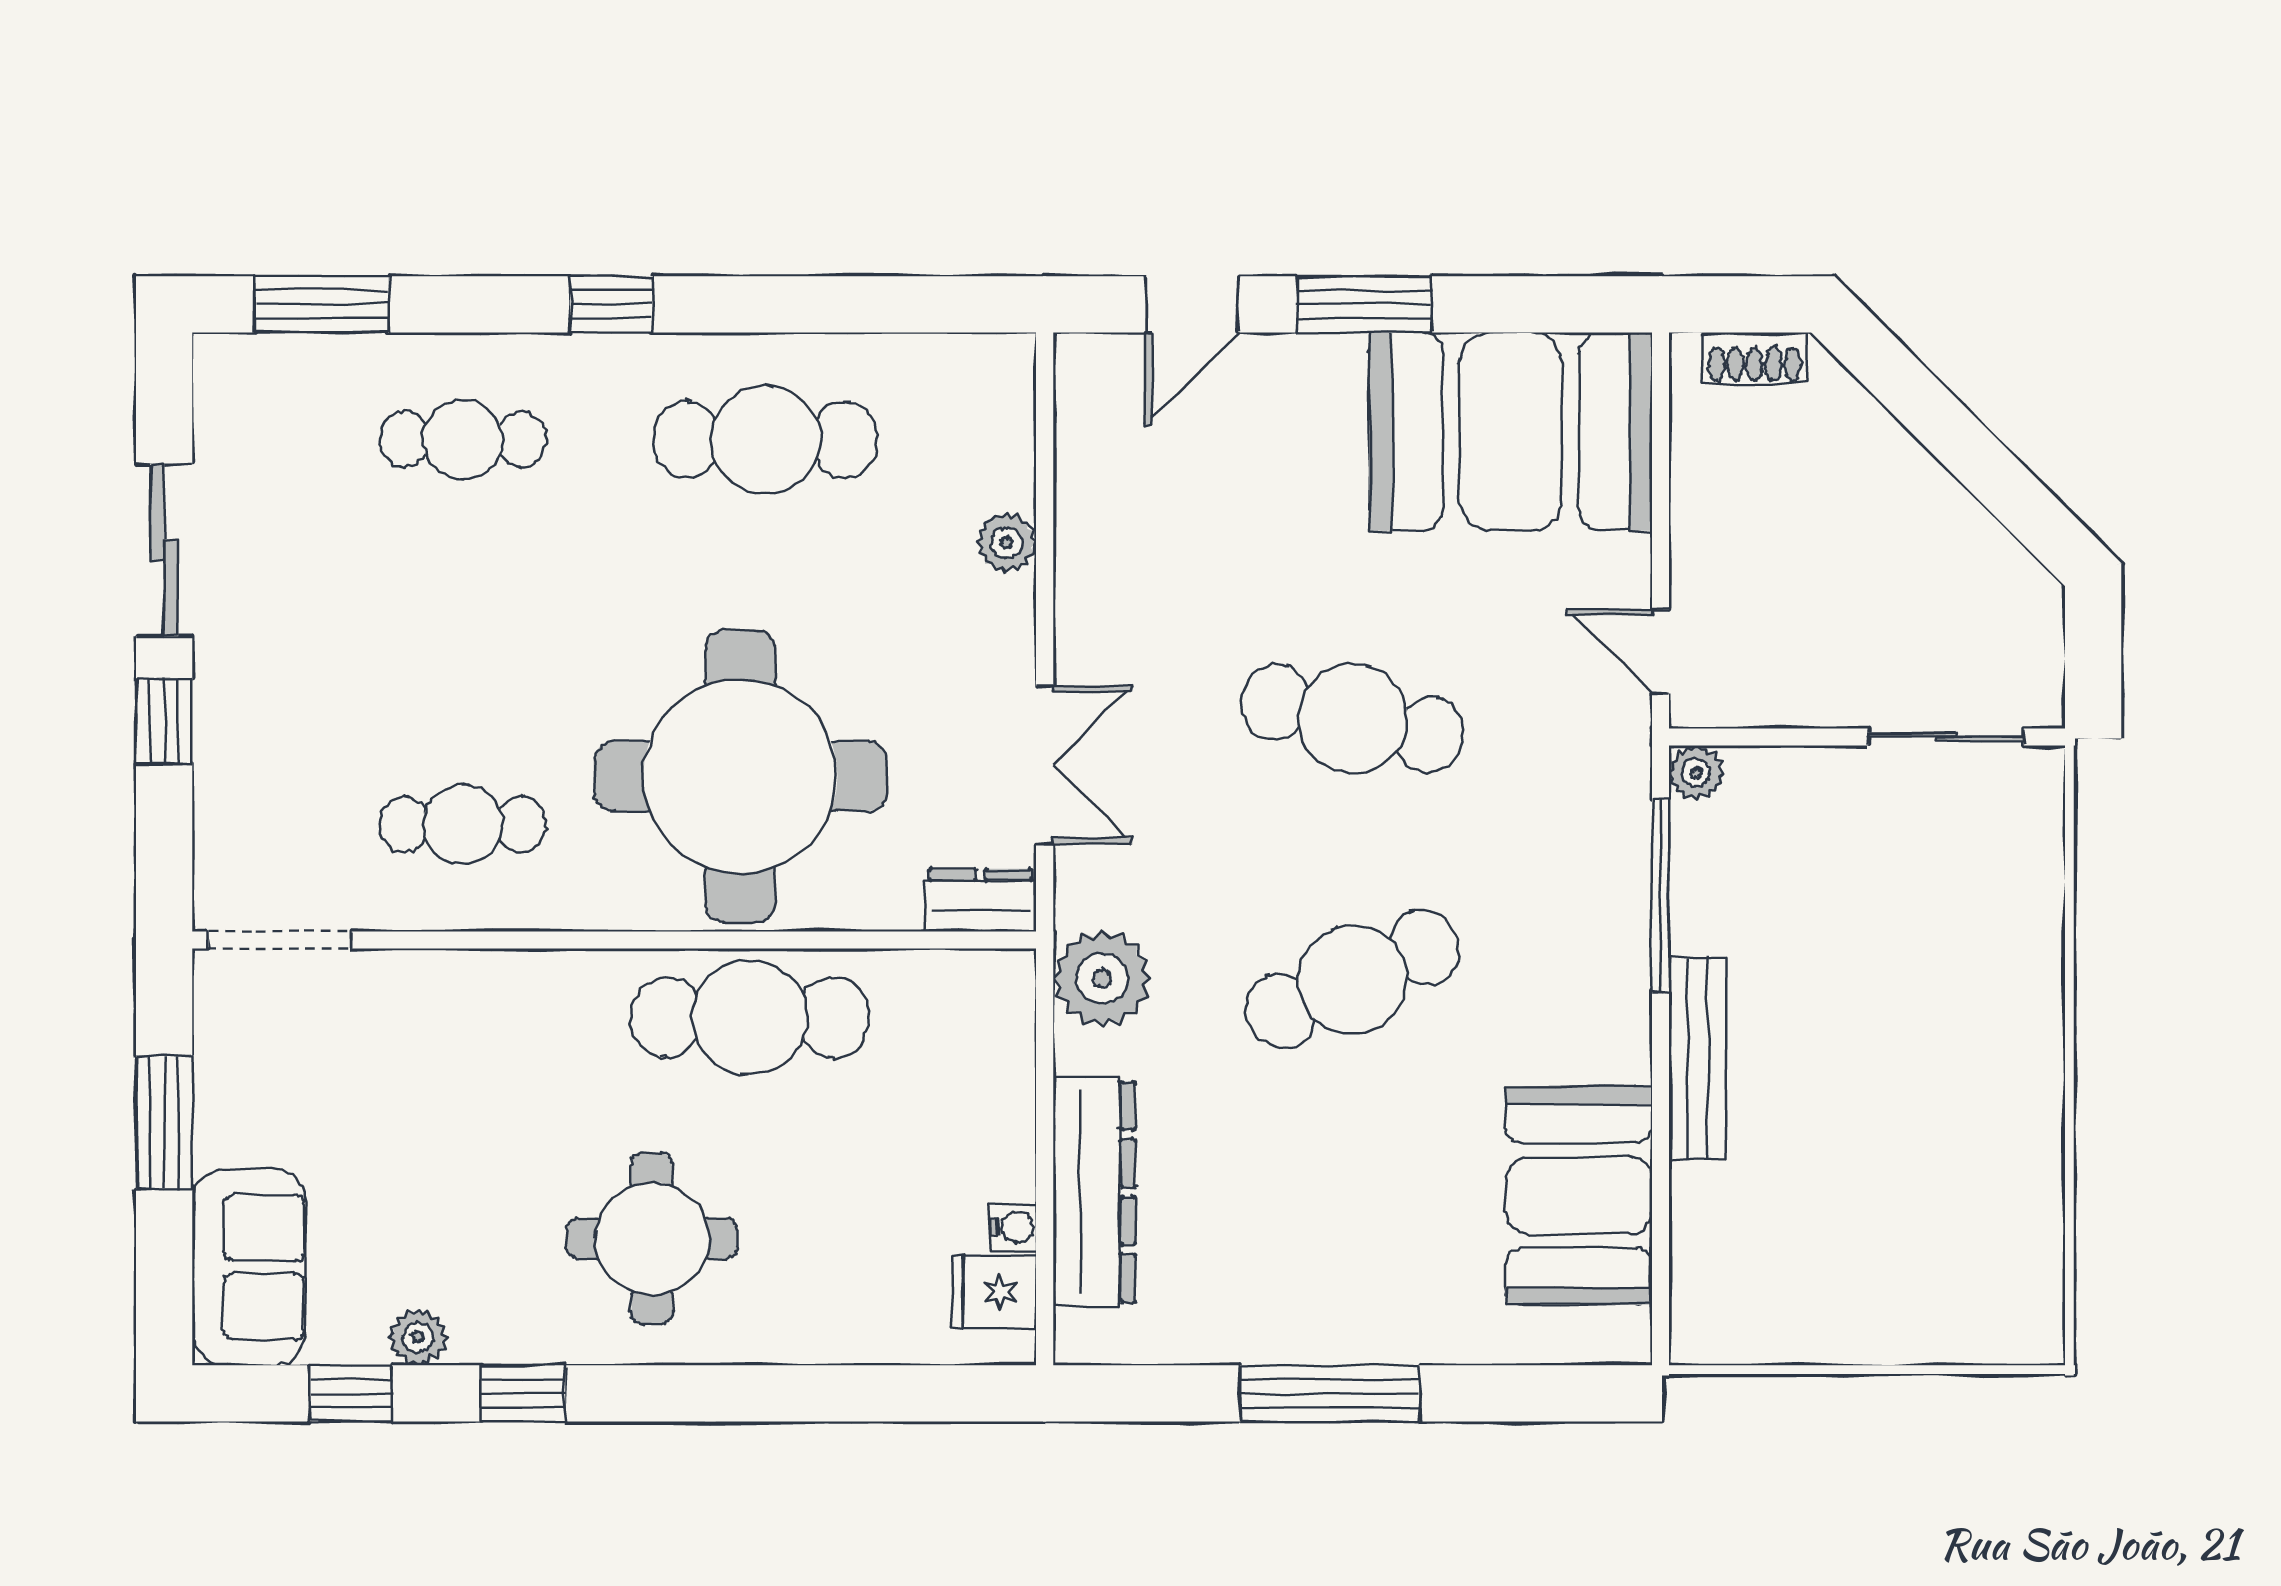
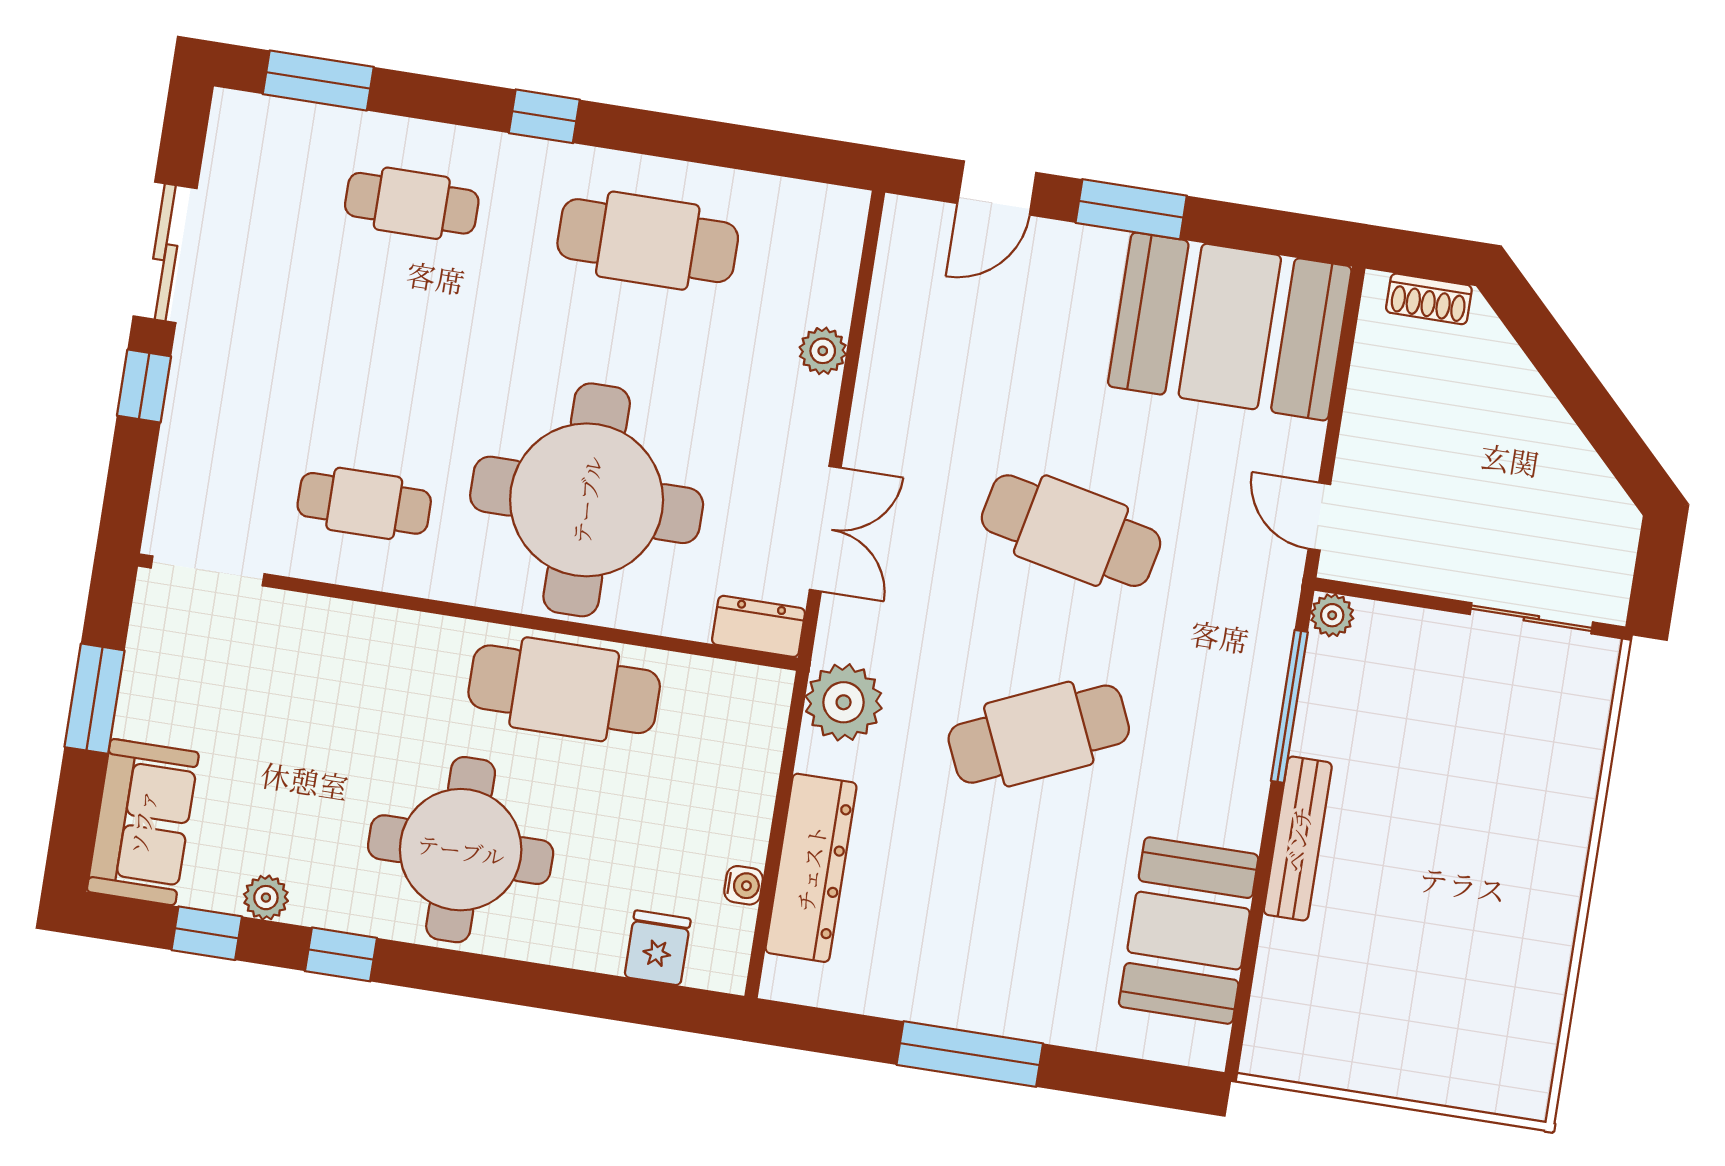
round table: (652, 1239) -> (461, 850), width x1.36, depth x1.36
fridge: (993, 1292) -> (658, 948), moved, turned 90

